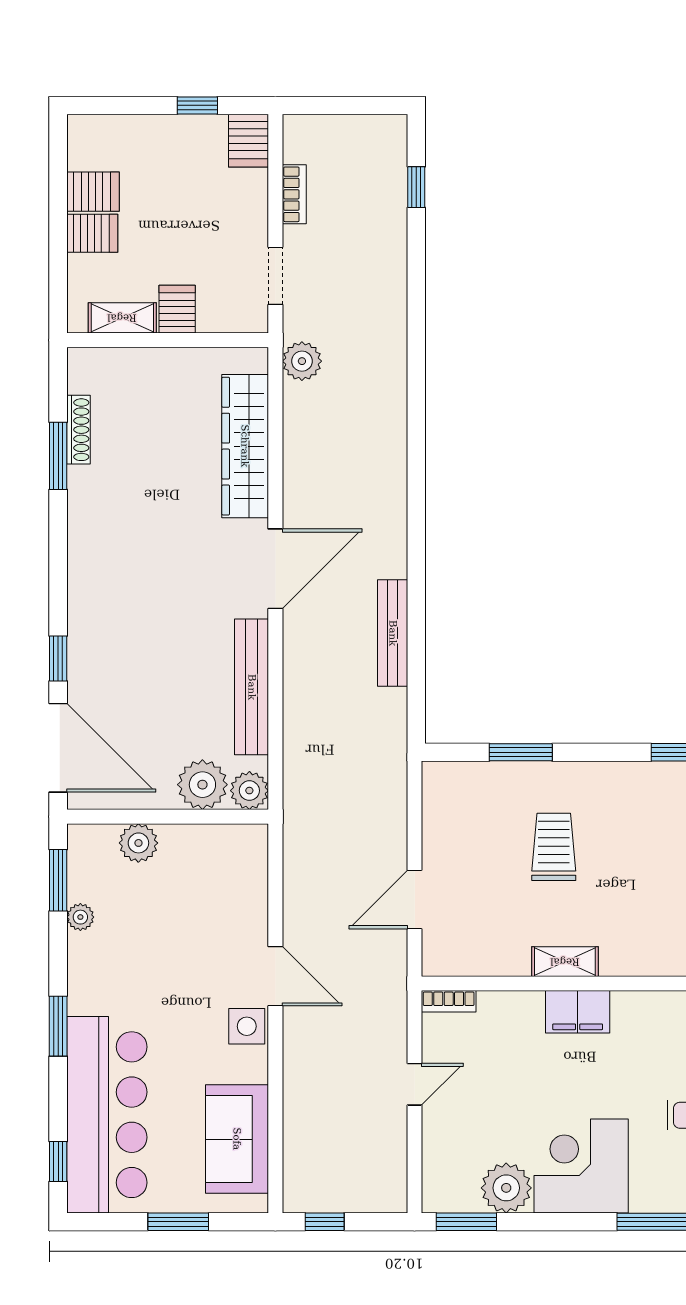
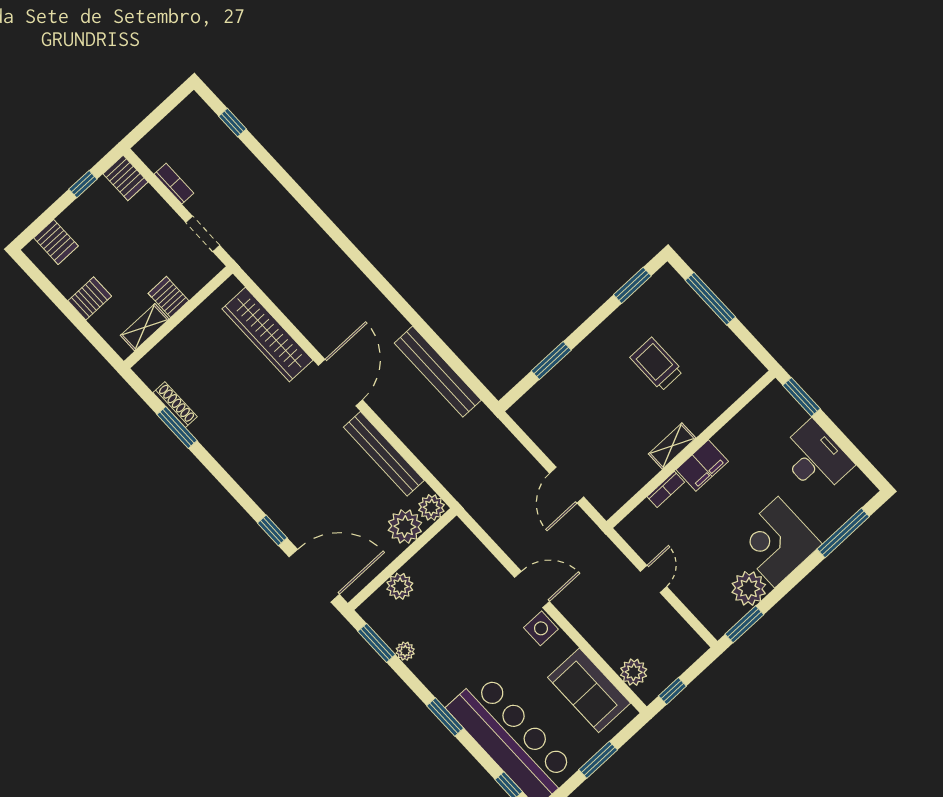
server rack: (93, 192) -> (56, 242), moved, turned 90
plant: (302, 361) -> (634, 672), moved
bench: (393, 633) -> (438, 372), width x1.37, depth x1.21
trolley: (554, 847) -> (657, 364), moved
bookcase: (449, 1001) -> (666, 489), moved

